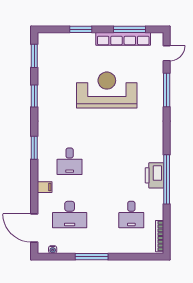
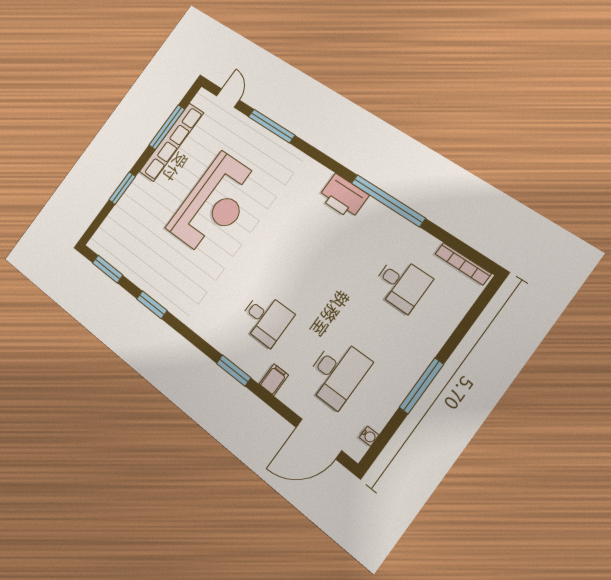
reception desk: (107, 90) -> (214, 204), turned 180
window: (34, 148) -> (234, 371), moved
printer: (154, 175) -> (343, 196), moved

